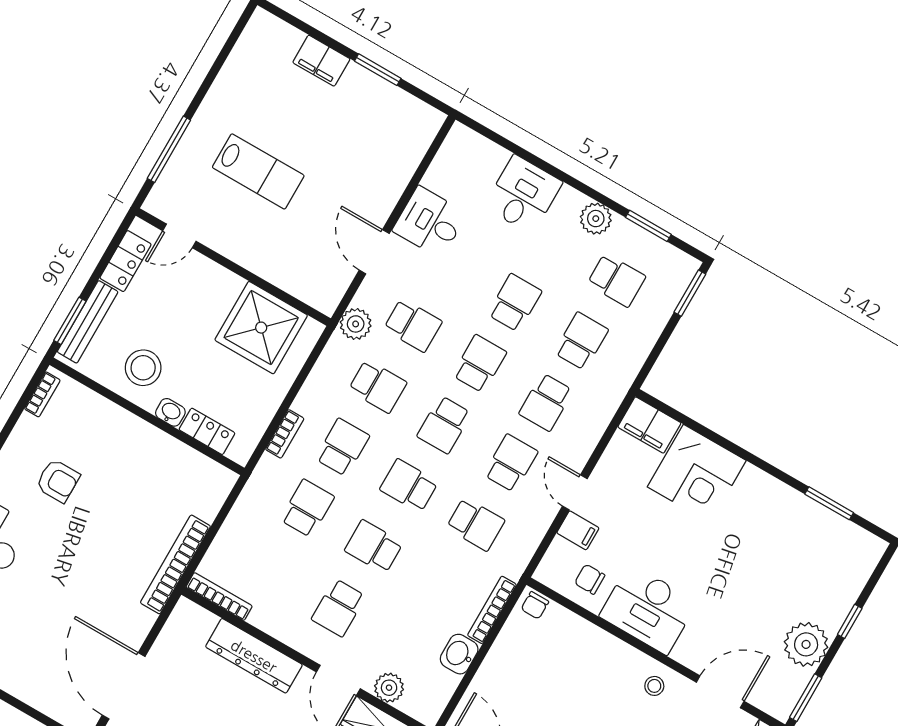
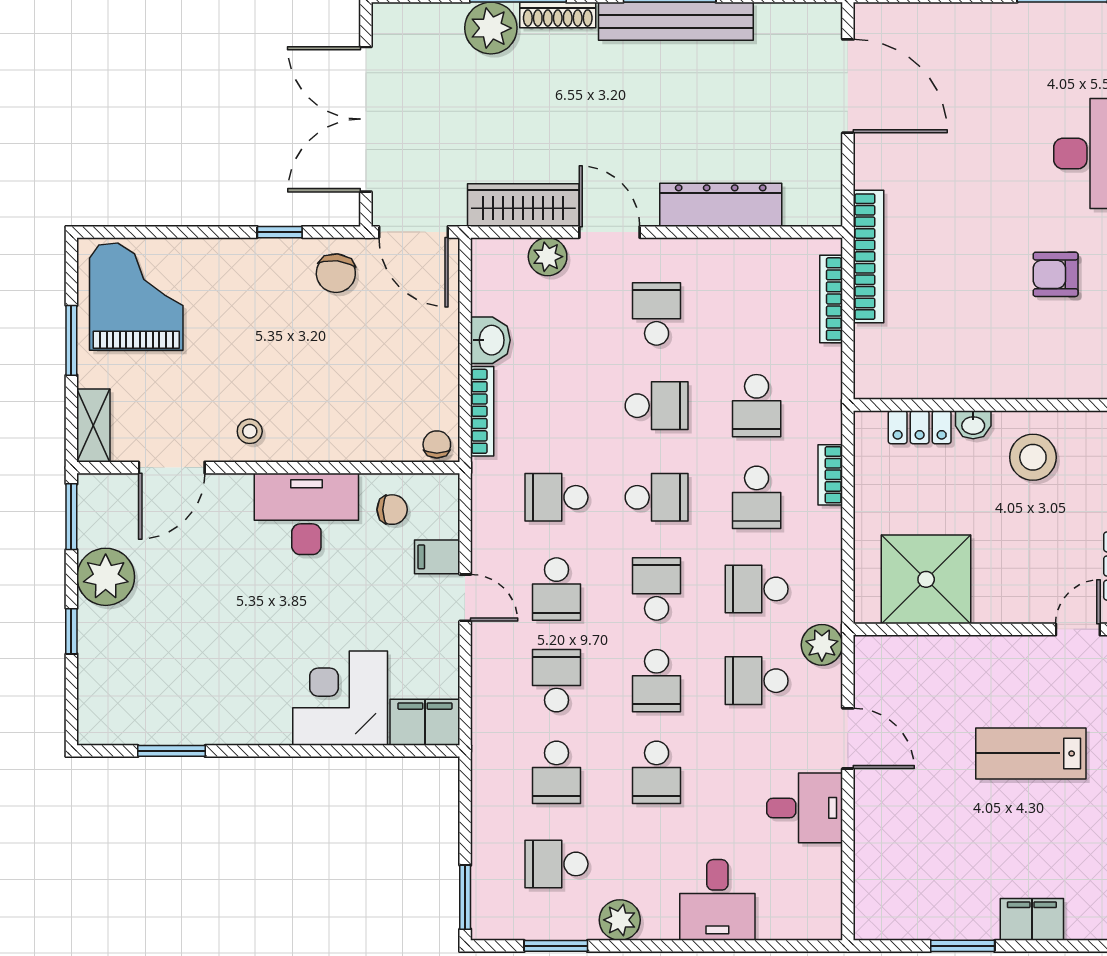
bookcase: (219, 597) -> (831, 299), moved, turned 90

